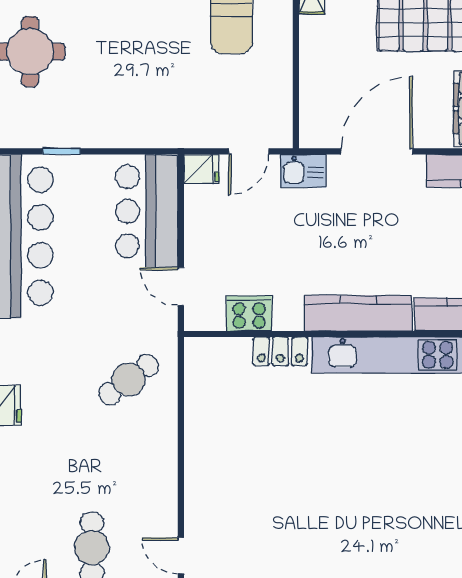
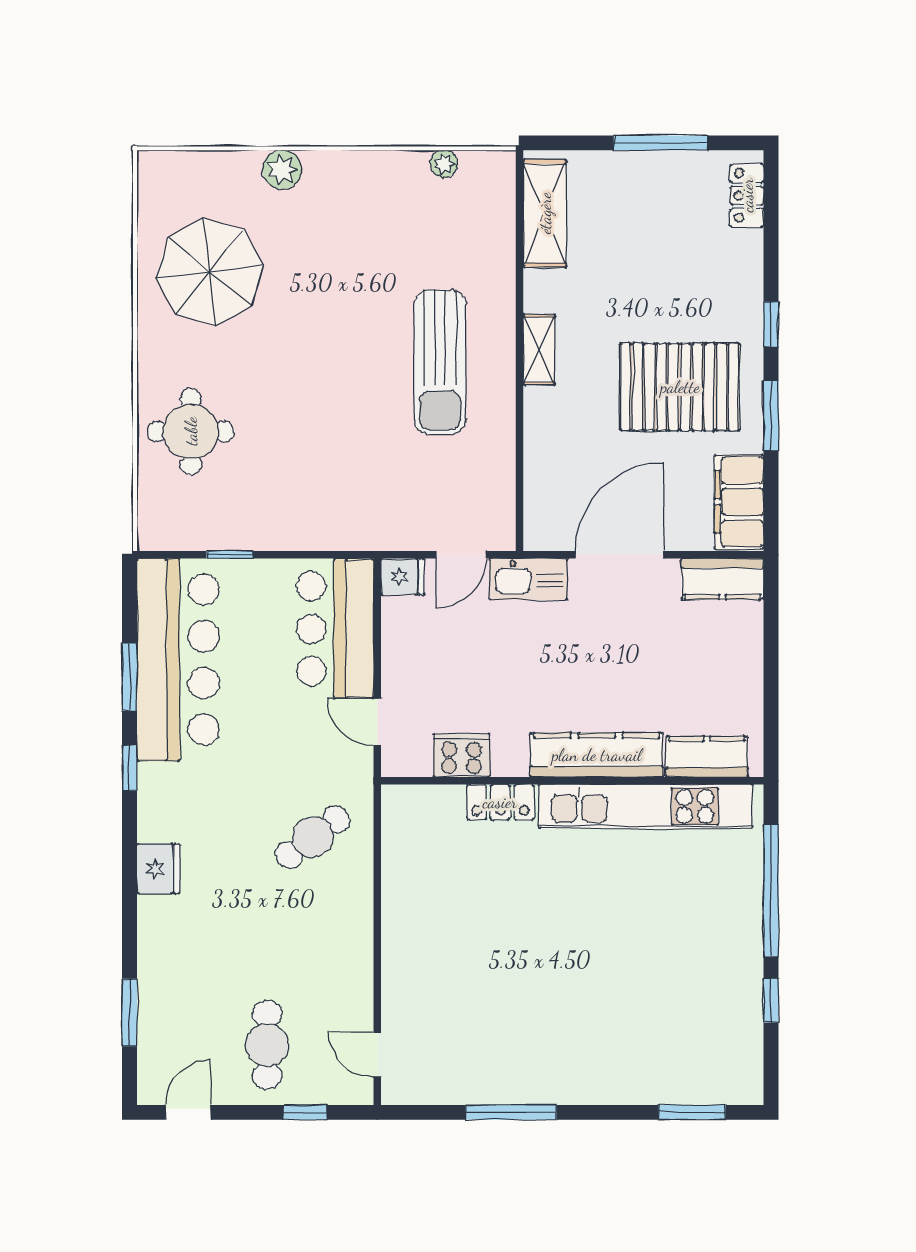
kitchen sink: (303, 171) -> (529, 579), width x1.38

